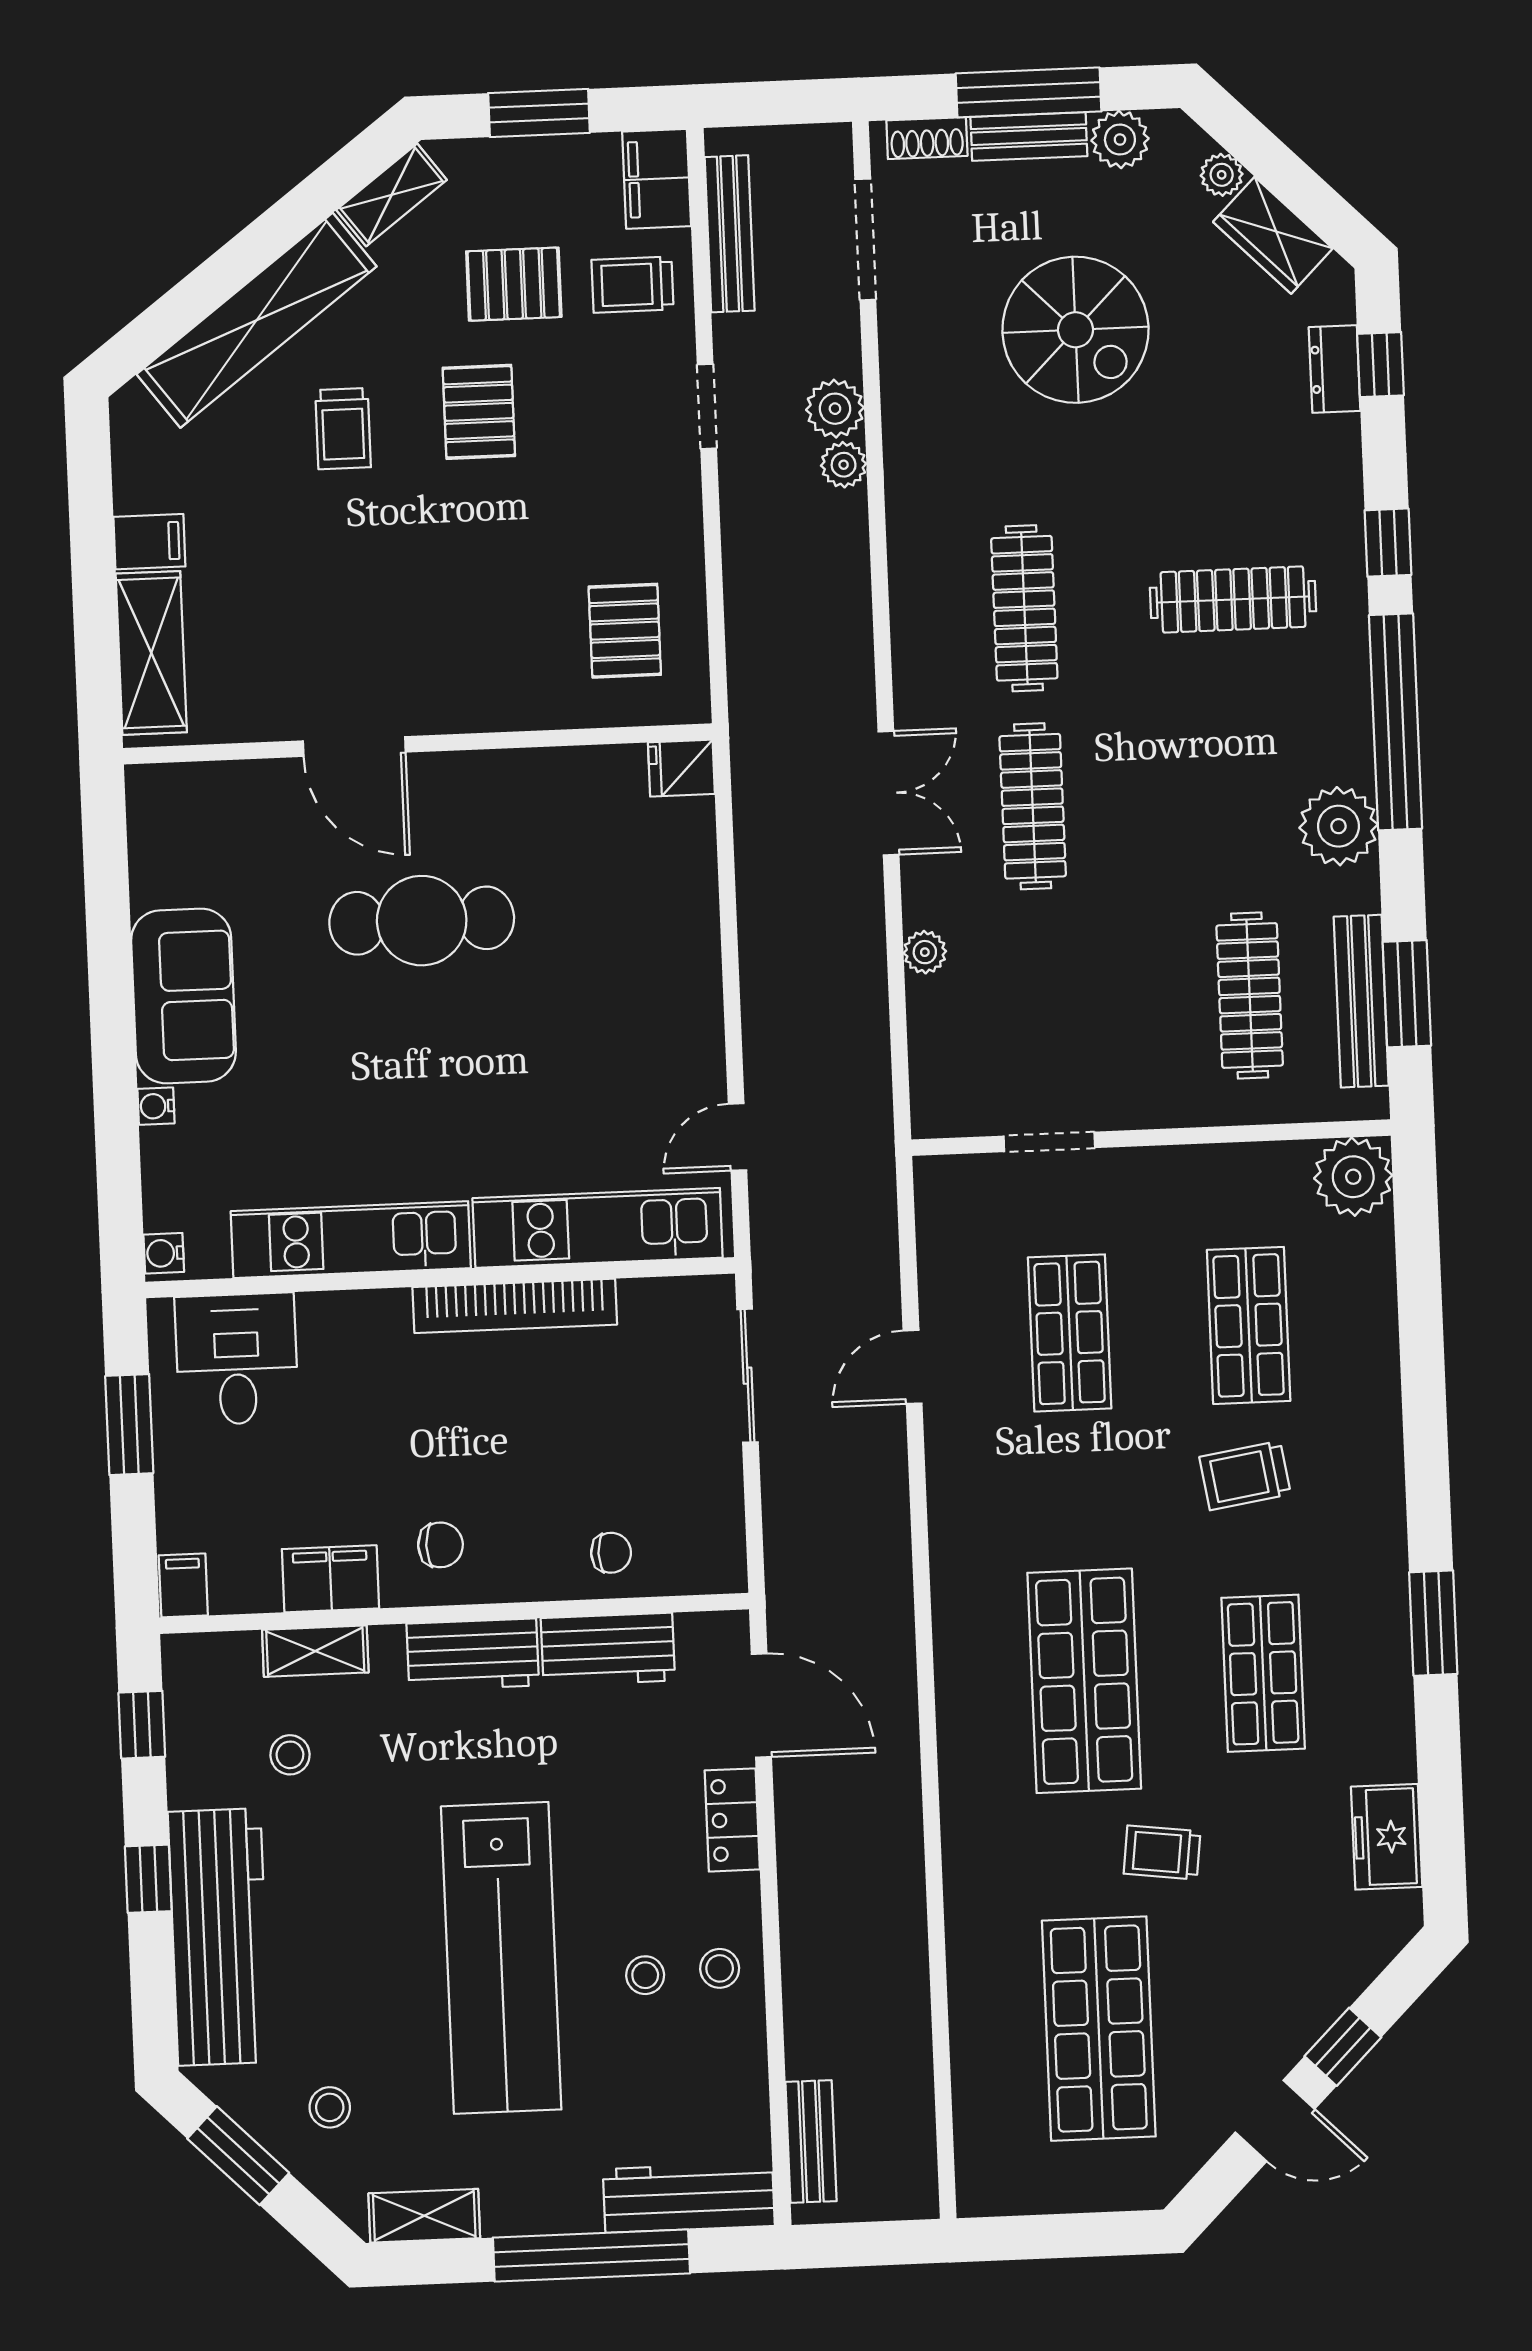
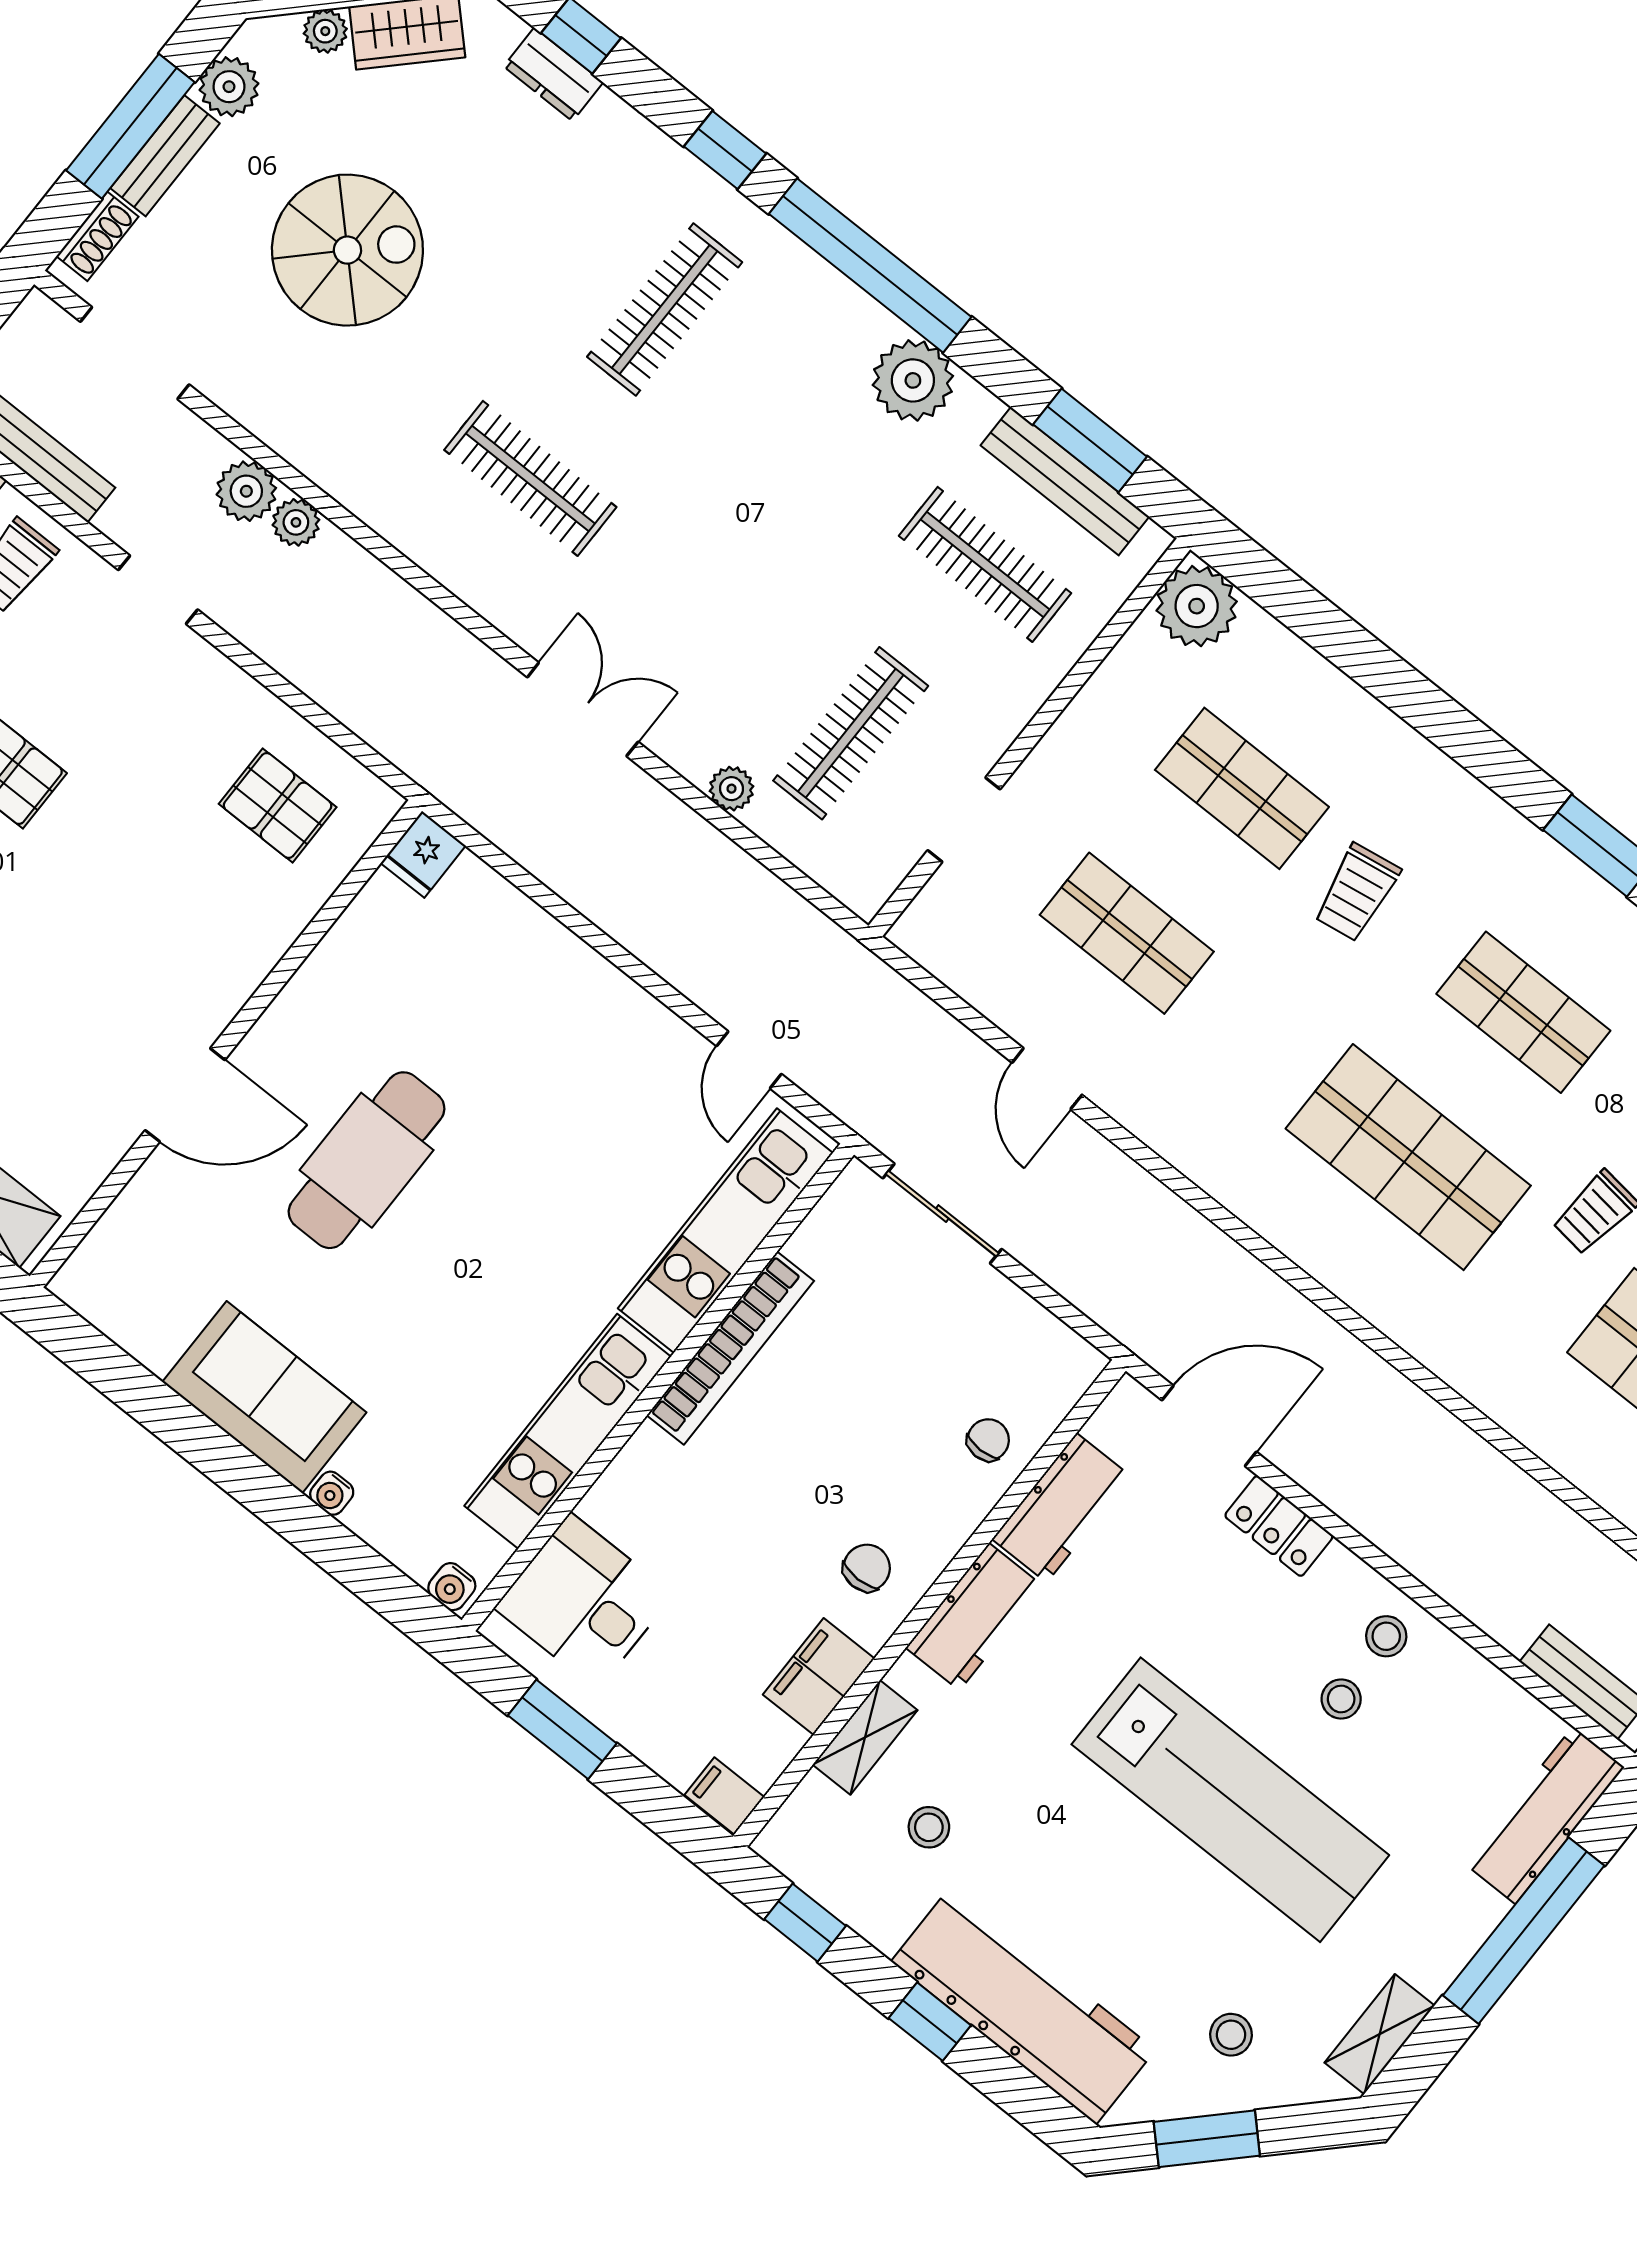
clothes rail: (1033, 806) -> (851, 733), moved, turned 90

